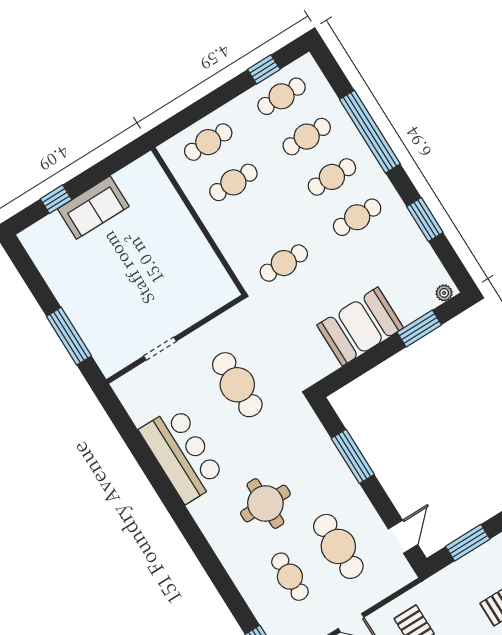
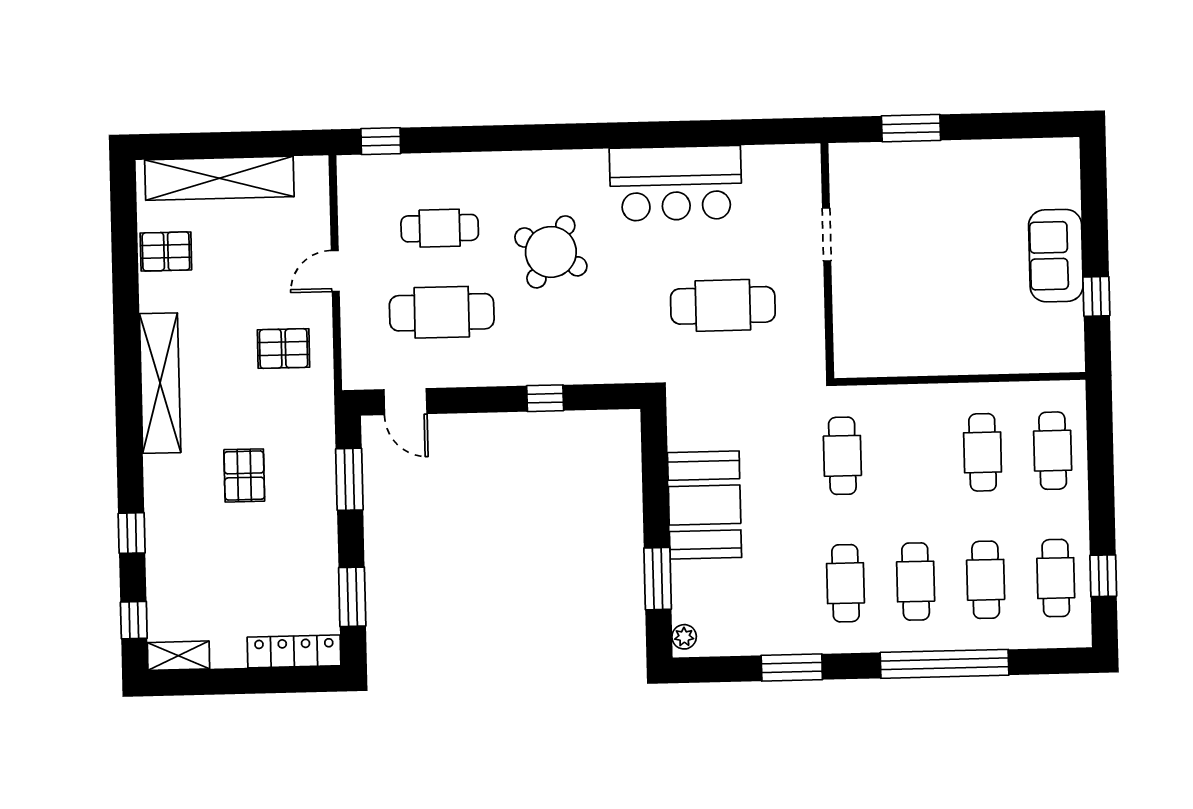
window: (56, 199) -> (1096, 296), moved
window: (69, 336) -> (911, 128), width x0.69
window: (353, 456) -> (545, 398), width x0.46
round table: (265, 504) -> (551, 252), turned 30

